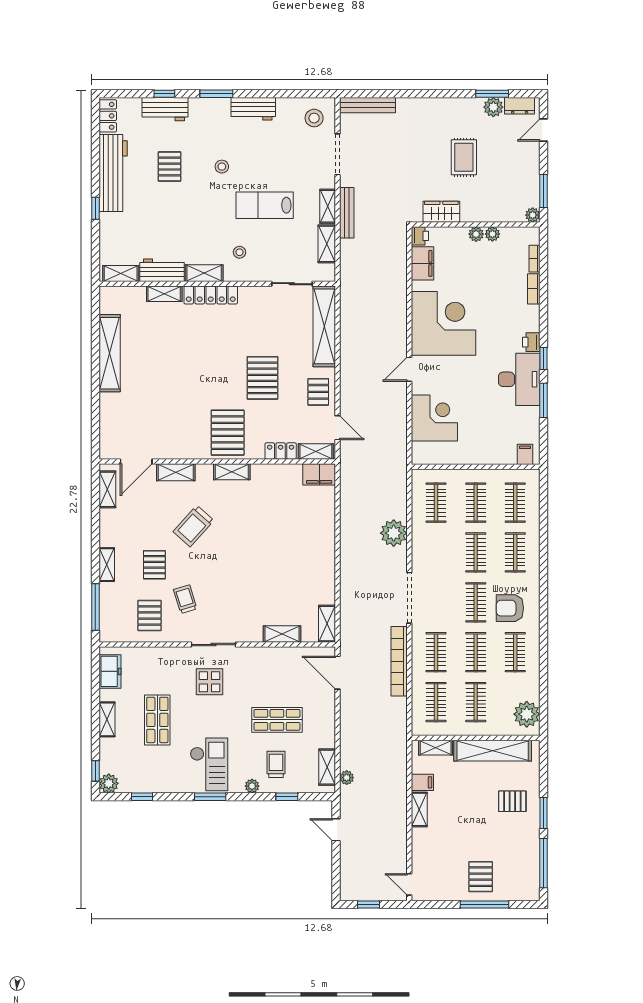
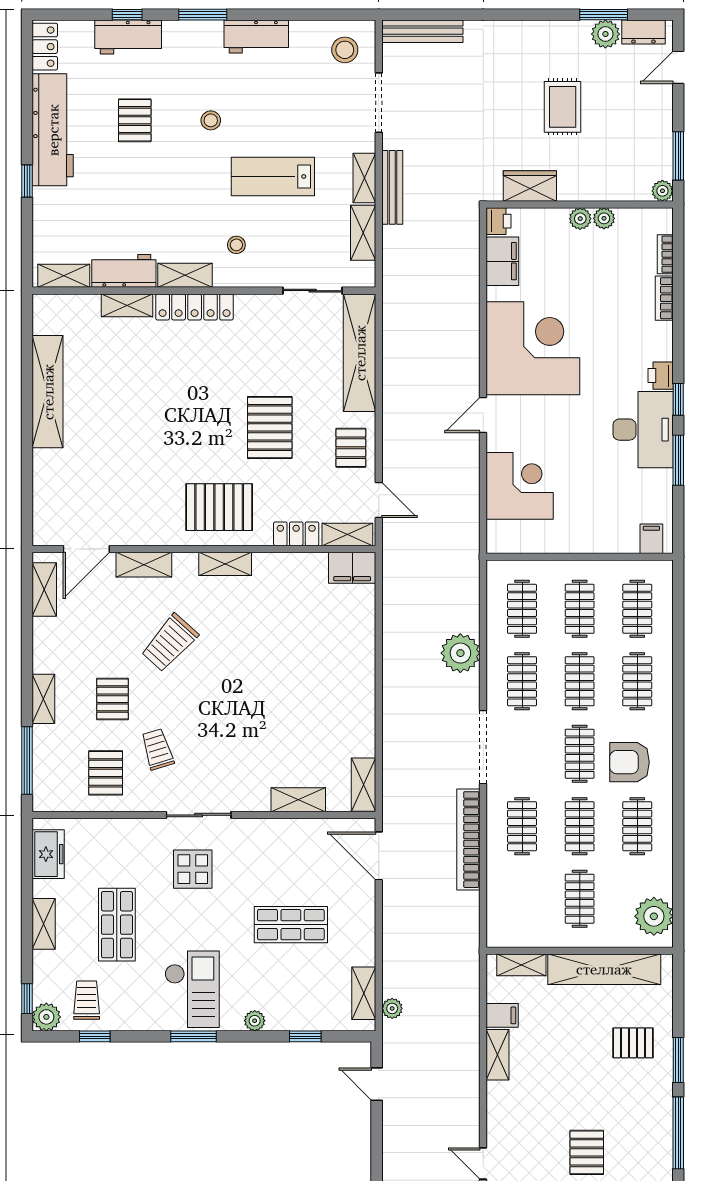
pallet: (228, 433) -> (219, 507), turned 90
clothes rail: (436, 702) -> (522, 681), moved
trolley: (276, 764) -> (87, 1000), moved

